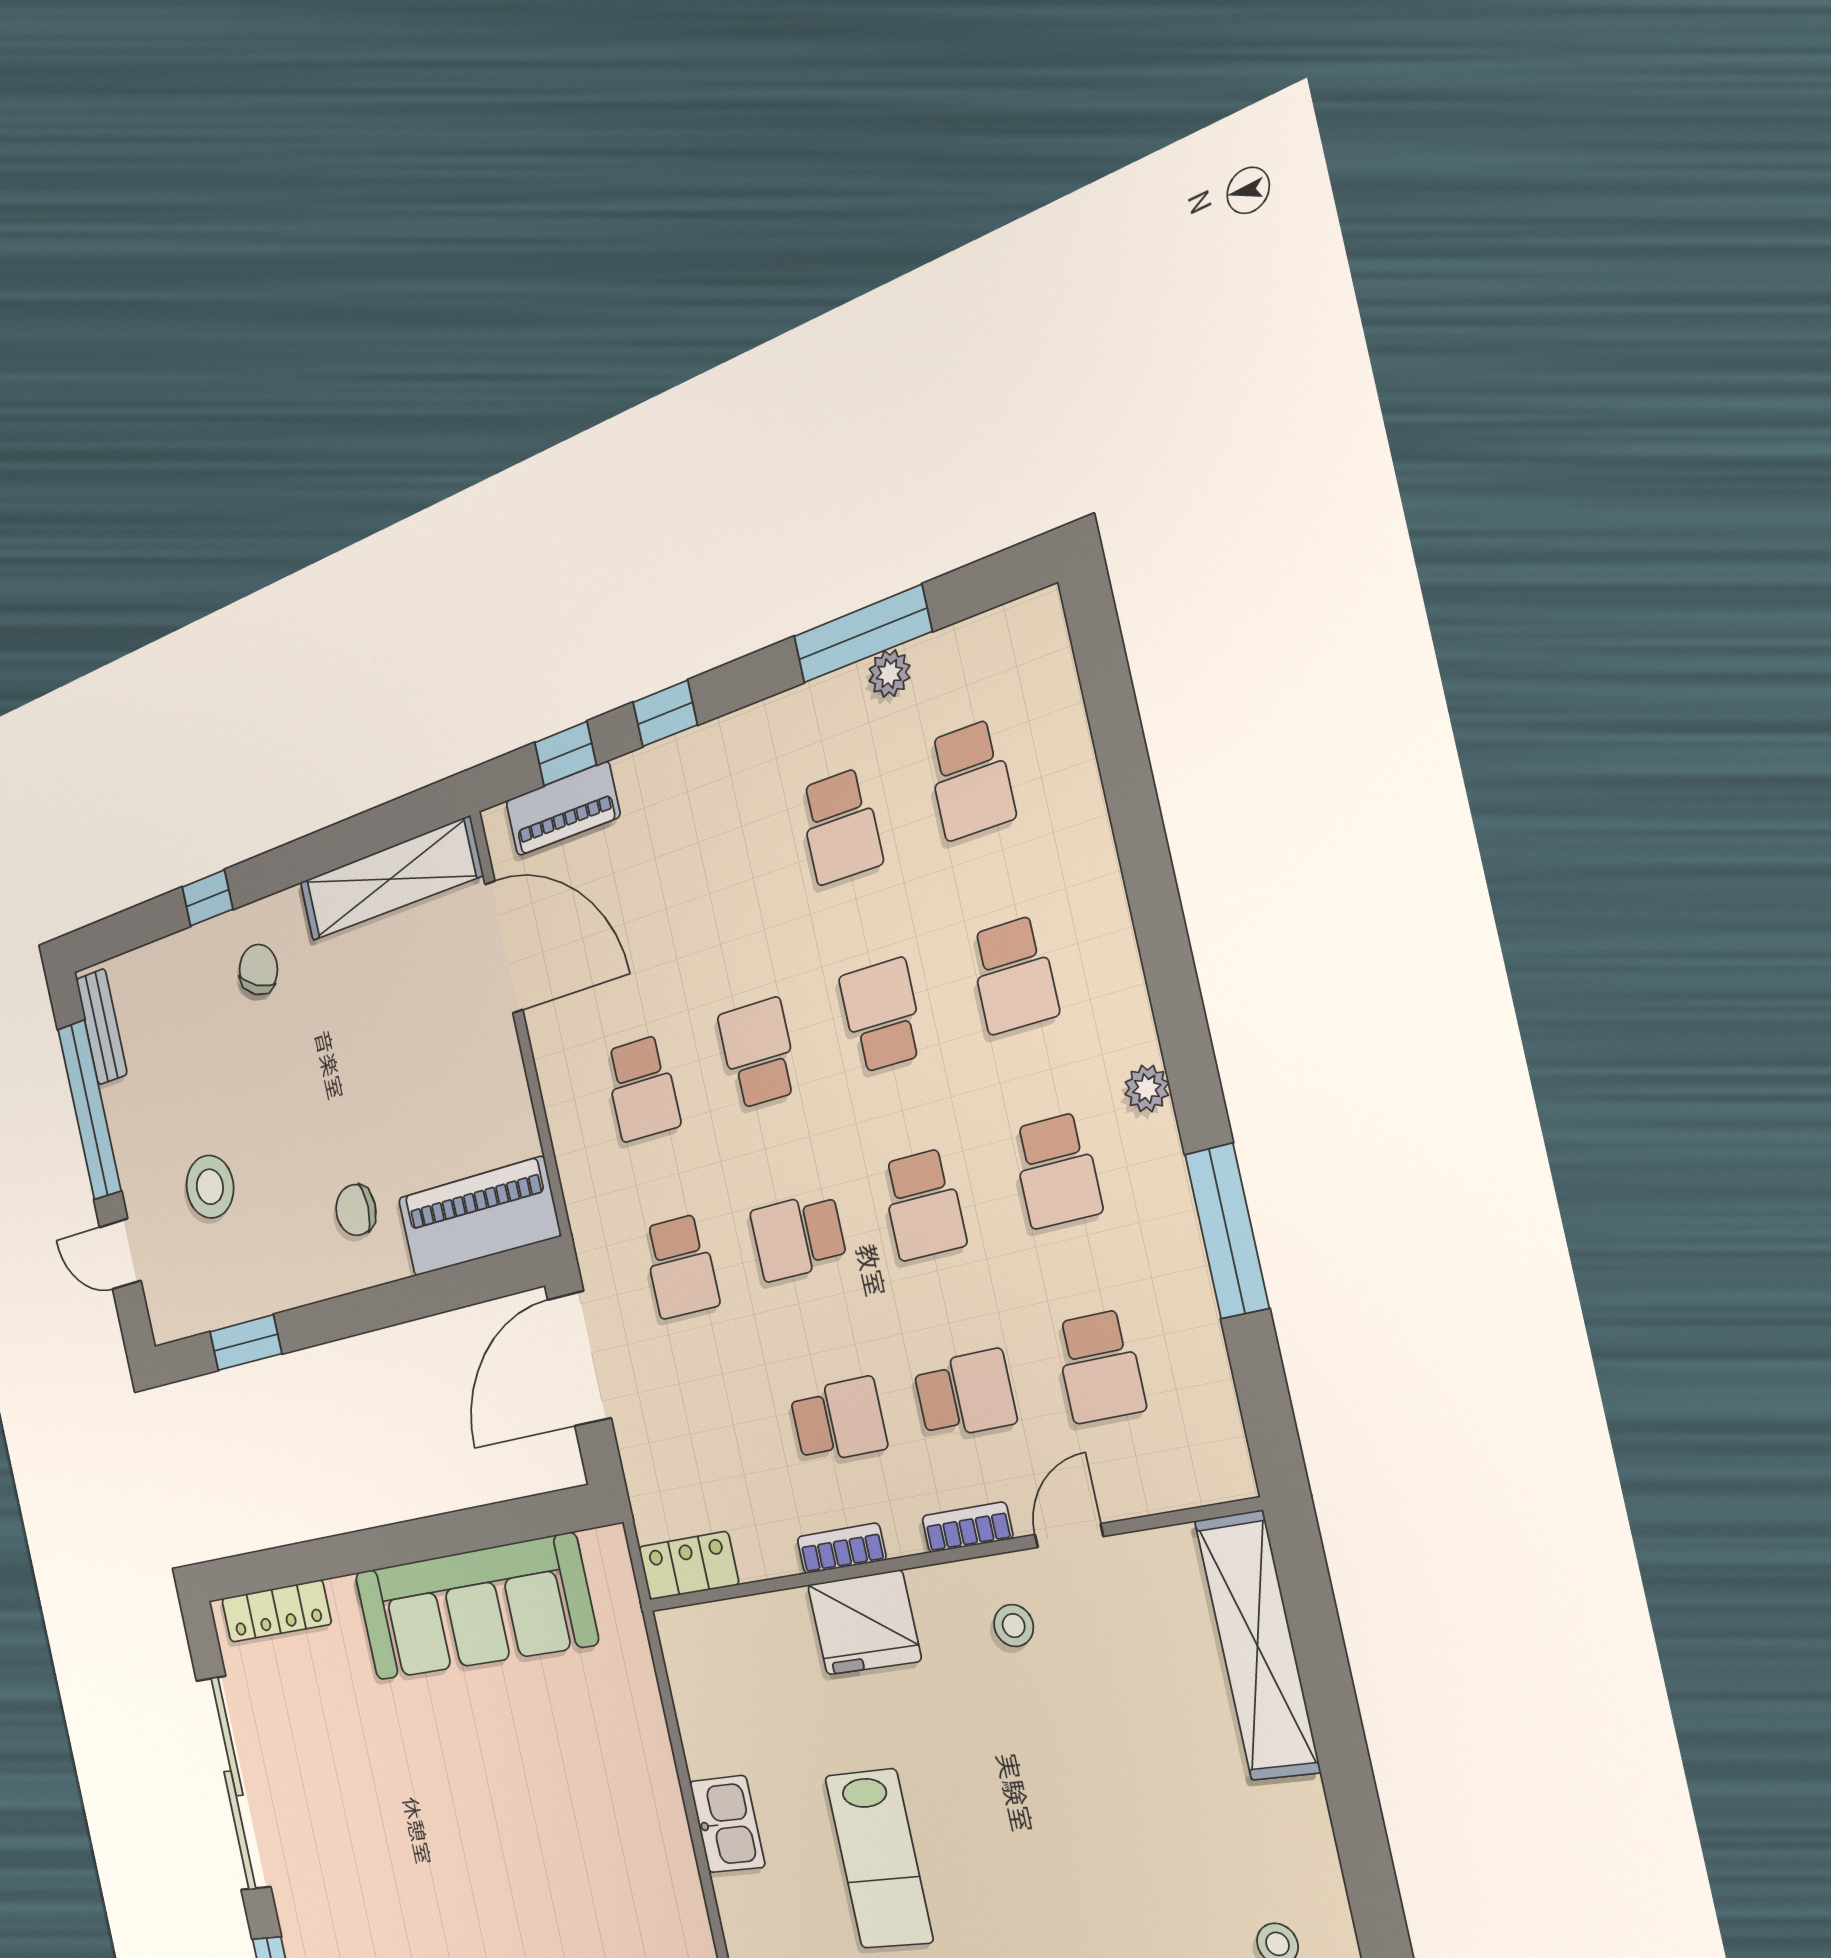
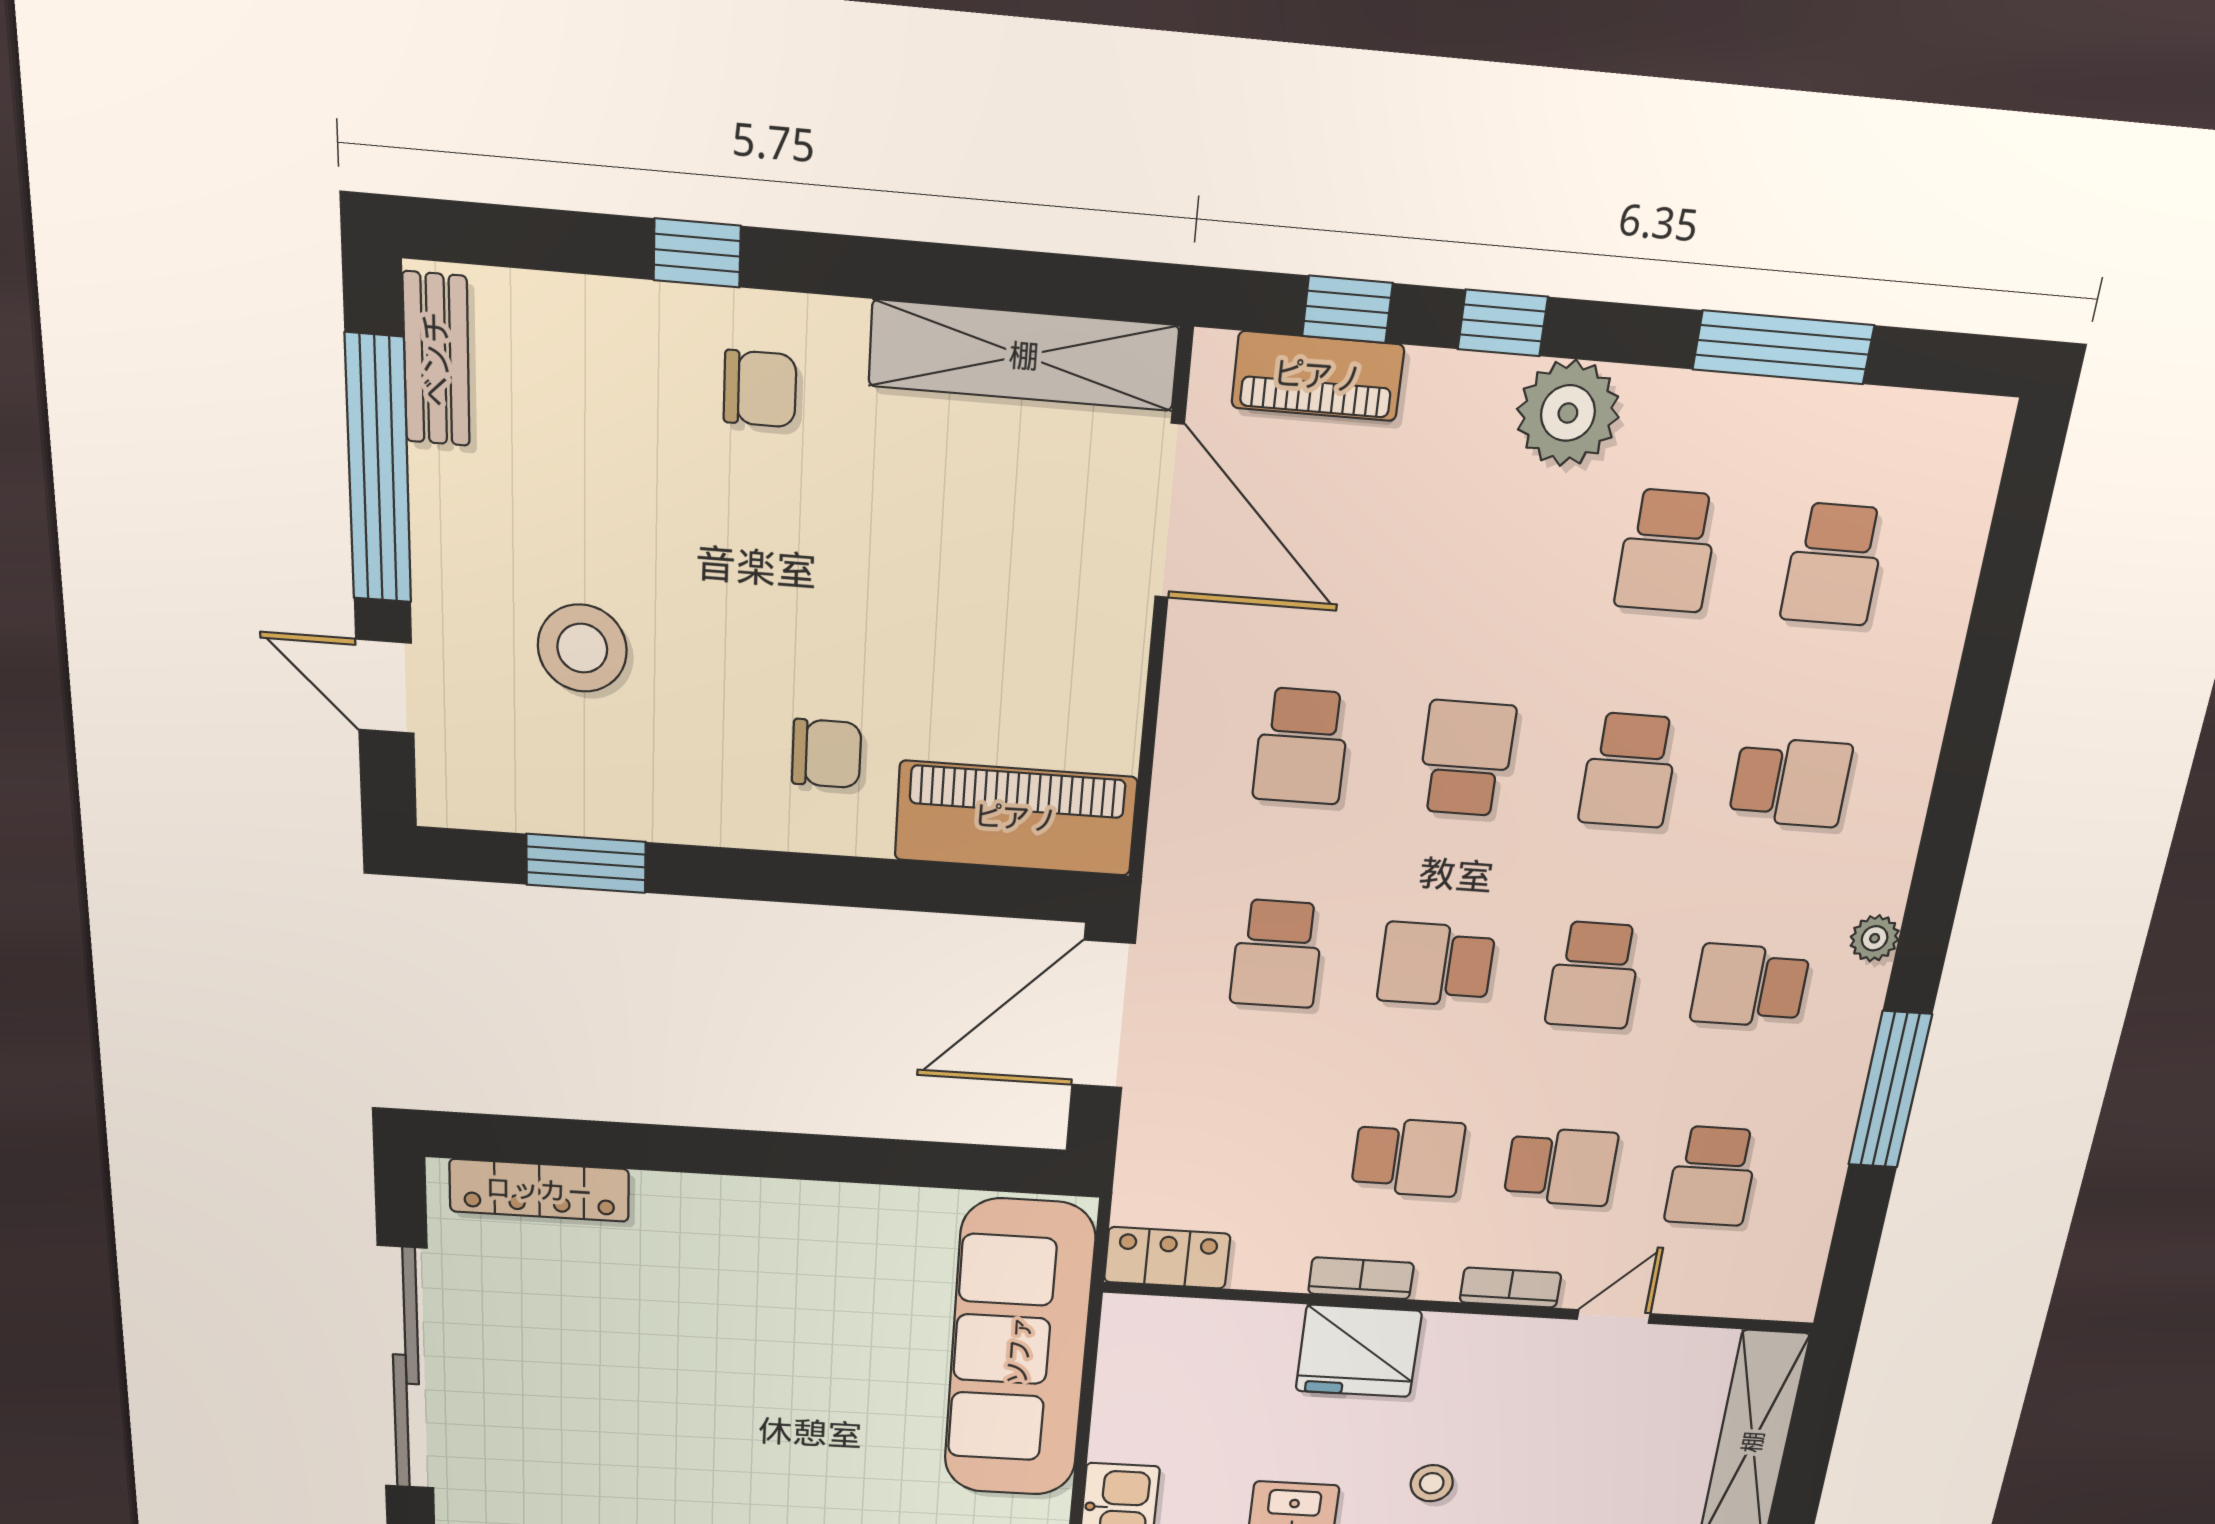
plant: (889, 673) -> (1568, 413), moved, width x1.88, depth x1.88
chair: (258, 970) -> (760, 389), turned 65
school desk: (1014, 975) -> (1790, 782), turned -90
school desk: (882, 1015) -> (1629, 770), turned 180
school desk: (1057, 1171) -> (1750, 986), turned 90
chair: (356, 1210) -> (827, 754), turned 180
sofa: (474, 1608) -> (1019, 1350), moved, turned 90
stool: (1014, 1626) -> (1432, 1483), moved

